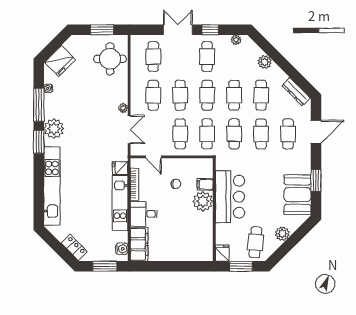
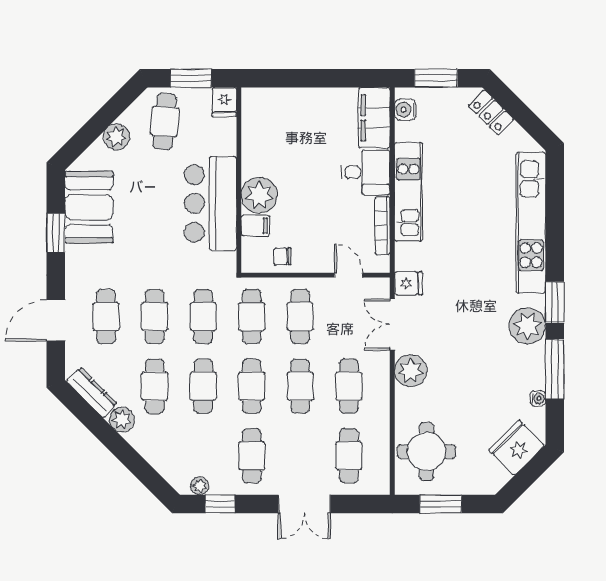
window: (210, 30) -> (220, 504), moved
plant: (265, 62) -> (122, 420), moved
plant: (123, 108) -> (411, 371), width x1.87, depth x1.87
fridge: (120, 168) -> (408, 283), moved
chair: (176, 184) -> (282, 256), moved

